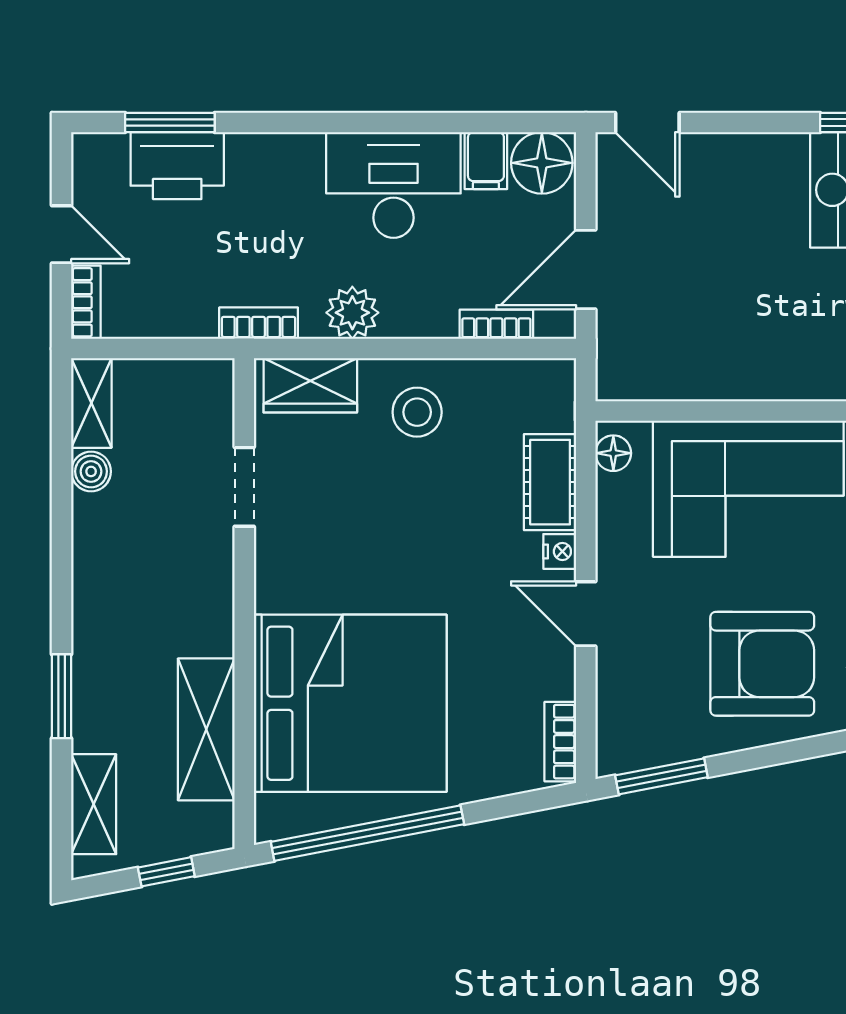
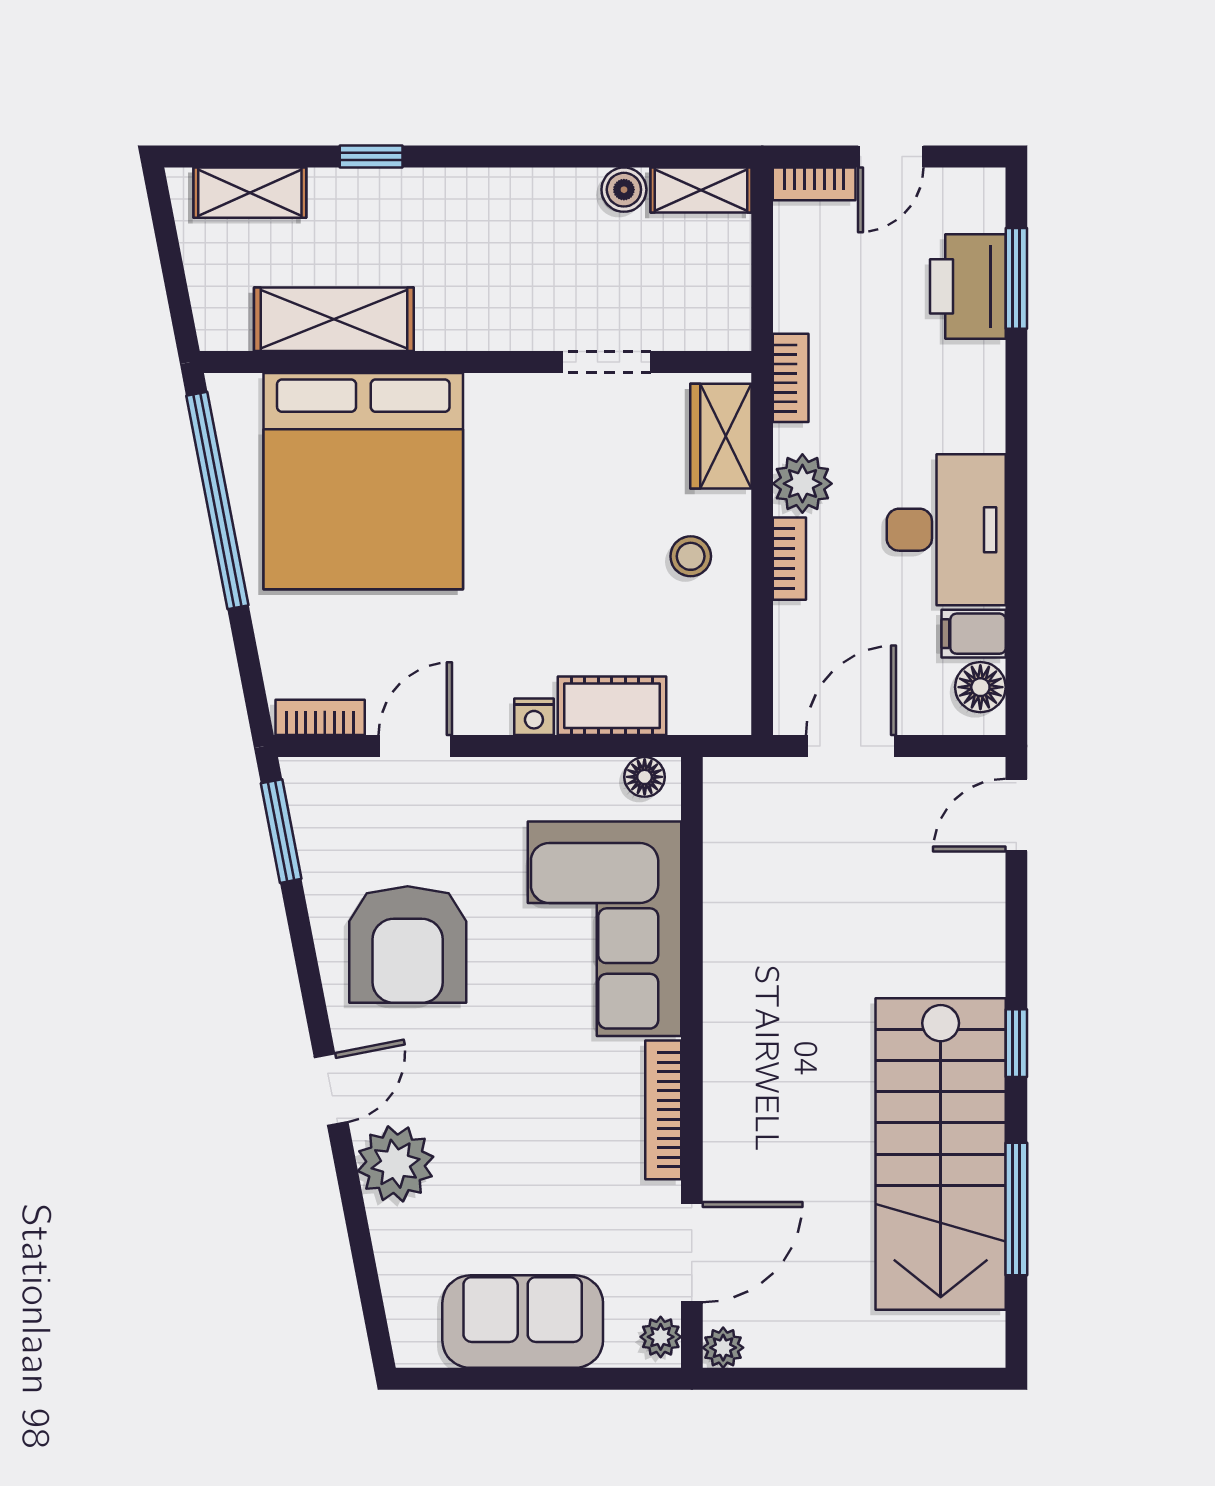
floor lamp: (542, 163) -> (980, 687), width x0.73, depth x0.73
door: (586, 270) -> (851, 746), hinge flipped
bookcase: (496, 324) -> (789, 559), moved
stool: (417, 412) -> (691, 556), width x0.73, depth x0.73
door: (586, 614) -> (415, 746), moved
window: (62, 696) -> (371, 157), width x0.67
window: (166, 872) -> (174, 274), removed

